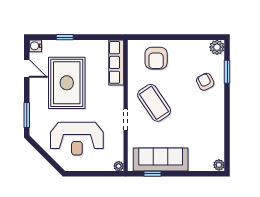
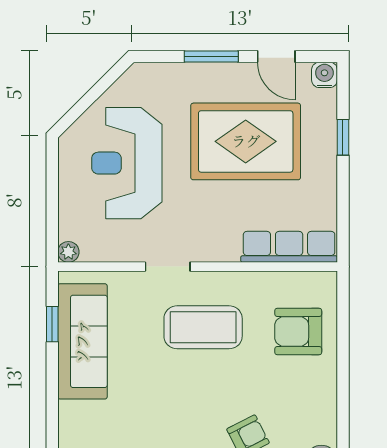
door: (27, 68) -> (276, 56), hinge flipped
coffee table: (154, 103) -> (203, 327), turned 34
window: (27, 115) -> (211, 56), moved

